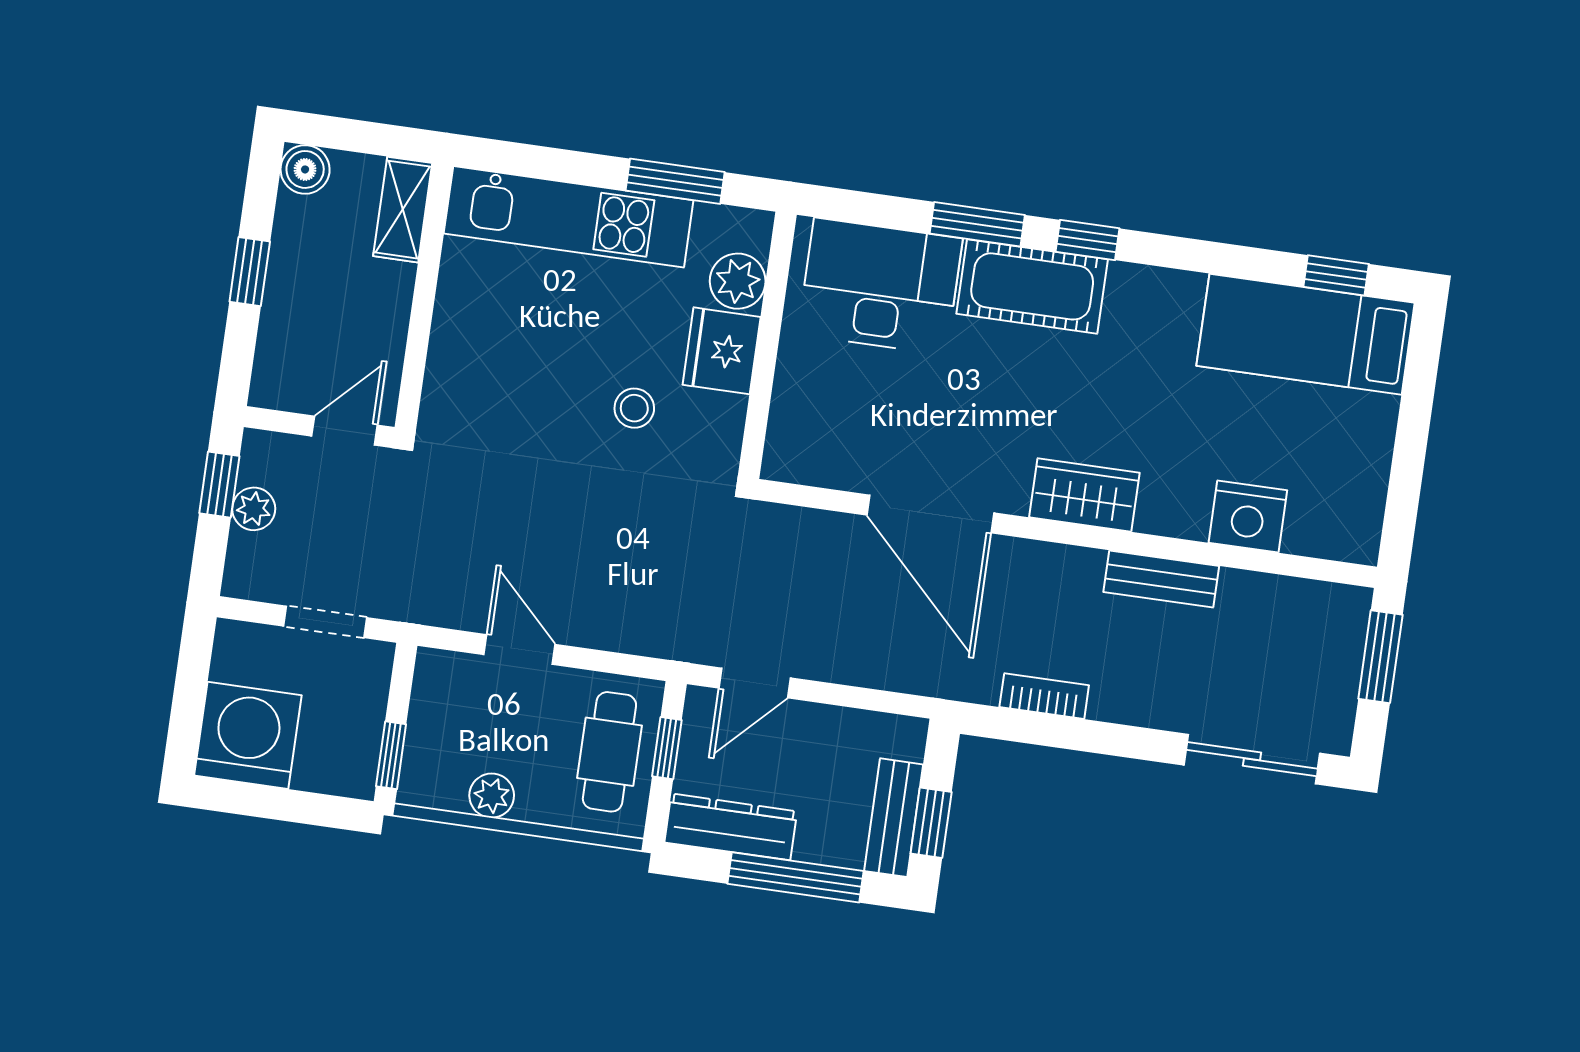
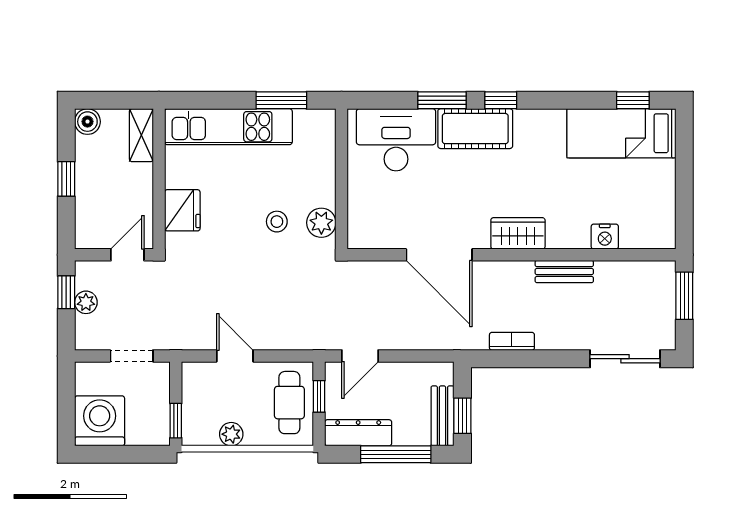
plant: (738, 281) -> (321, 223), moved
fridge: (722, 351) -> (182, 210), moved, turned 180
nightstand: (1248, 516) -> (605, 237), width x0.74, depth x0.75

